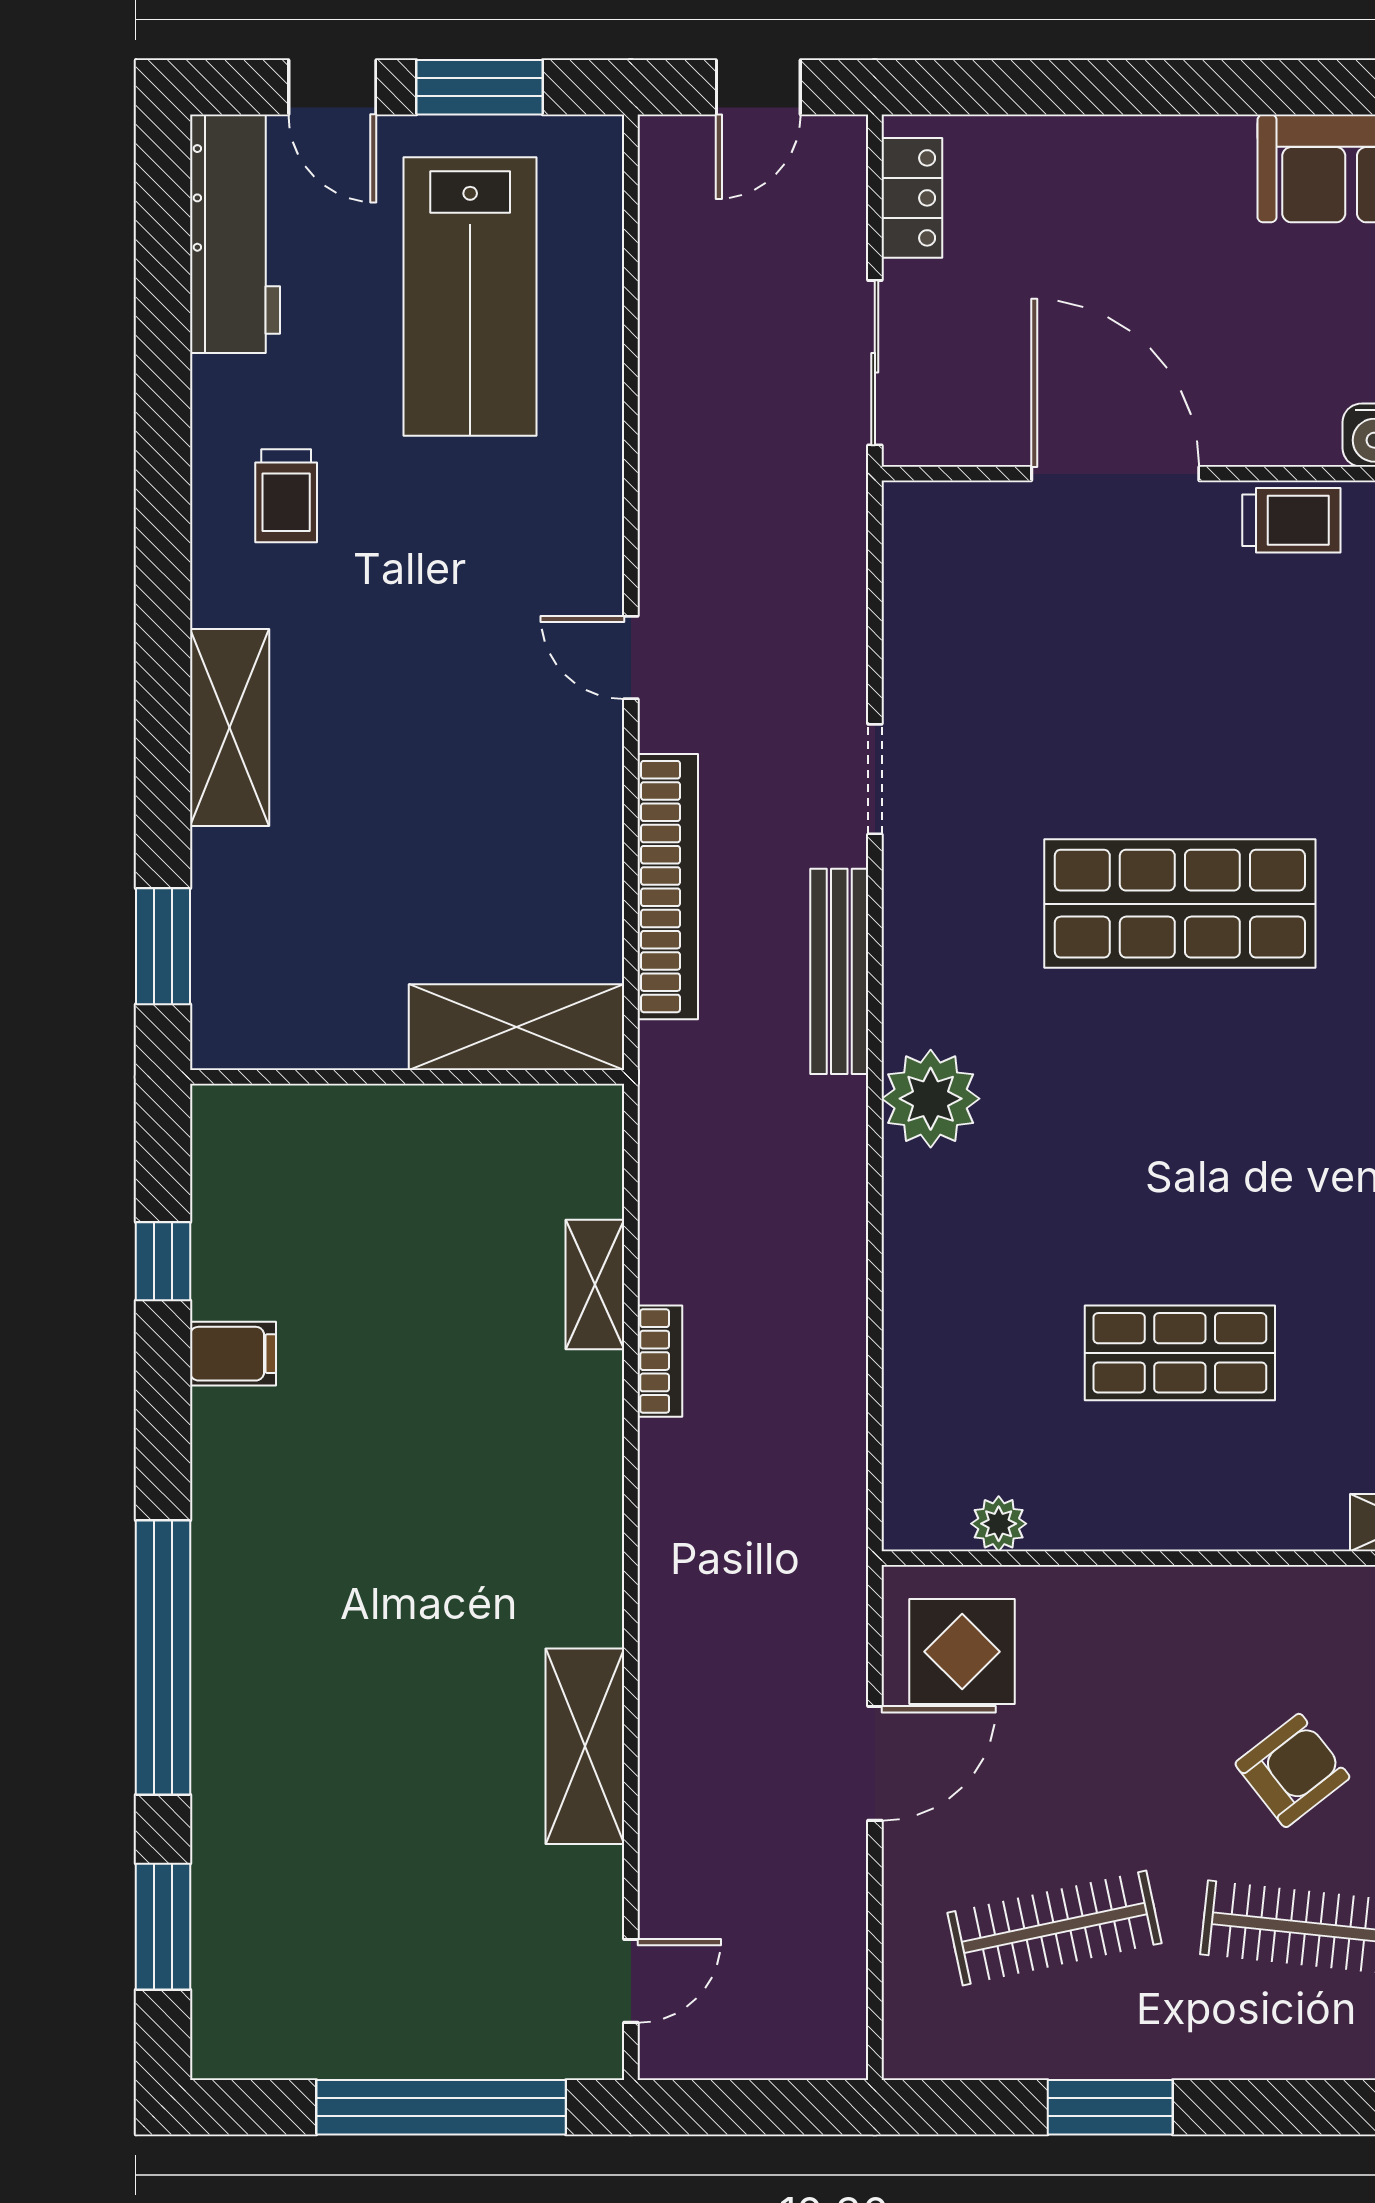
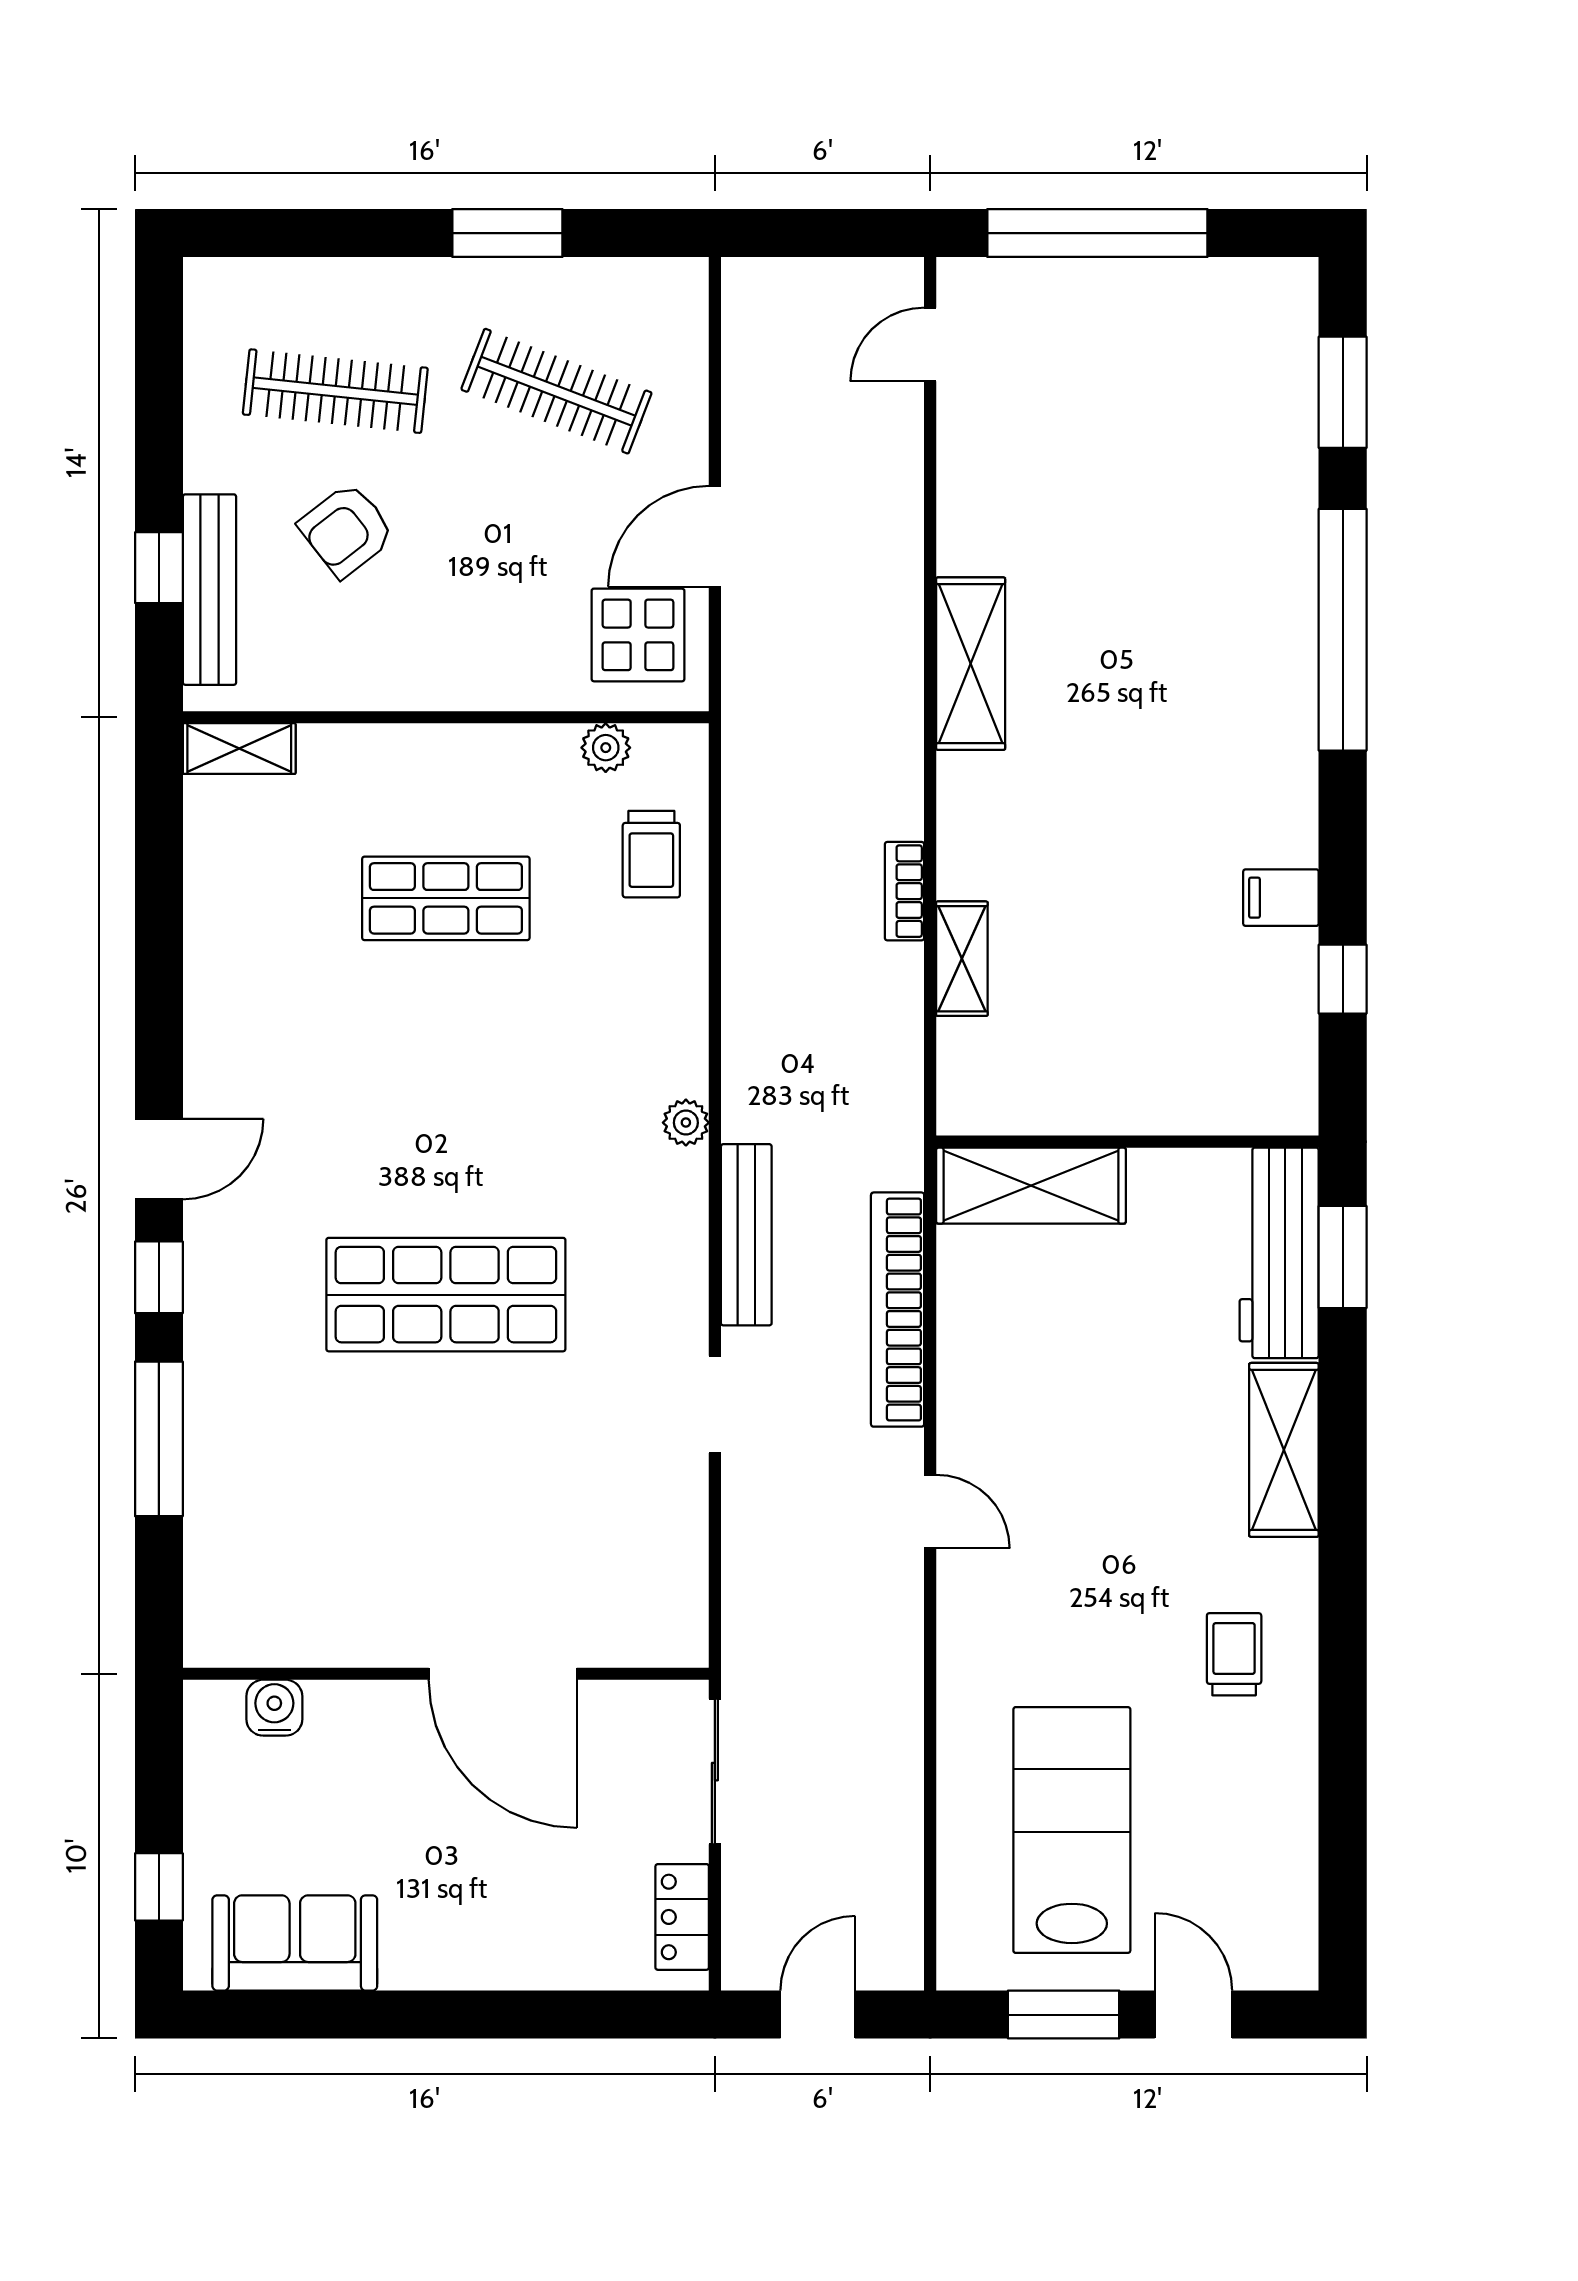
workbench: (235, 234) -> (1279, 1253), moved
trolley: (1291, 520) -> (651, 854), moved, turned -90
plant: (931, 1099) -> (686, 1123), width x0.53, depth x0.53
shelving: (585, 1746) -> (971, 664), moved
clothes rail: (1054, 1928) -> (556, 391), turned 33

